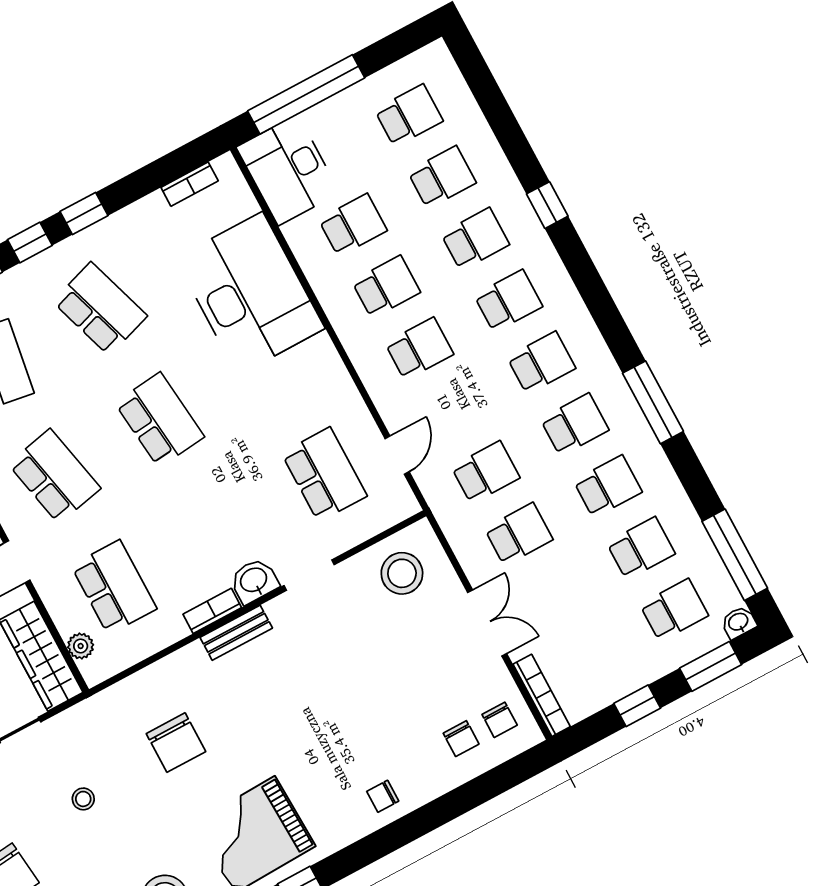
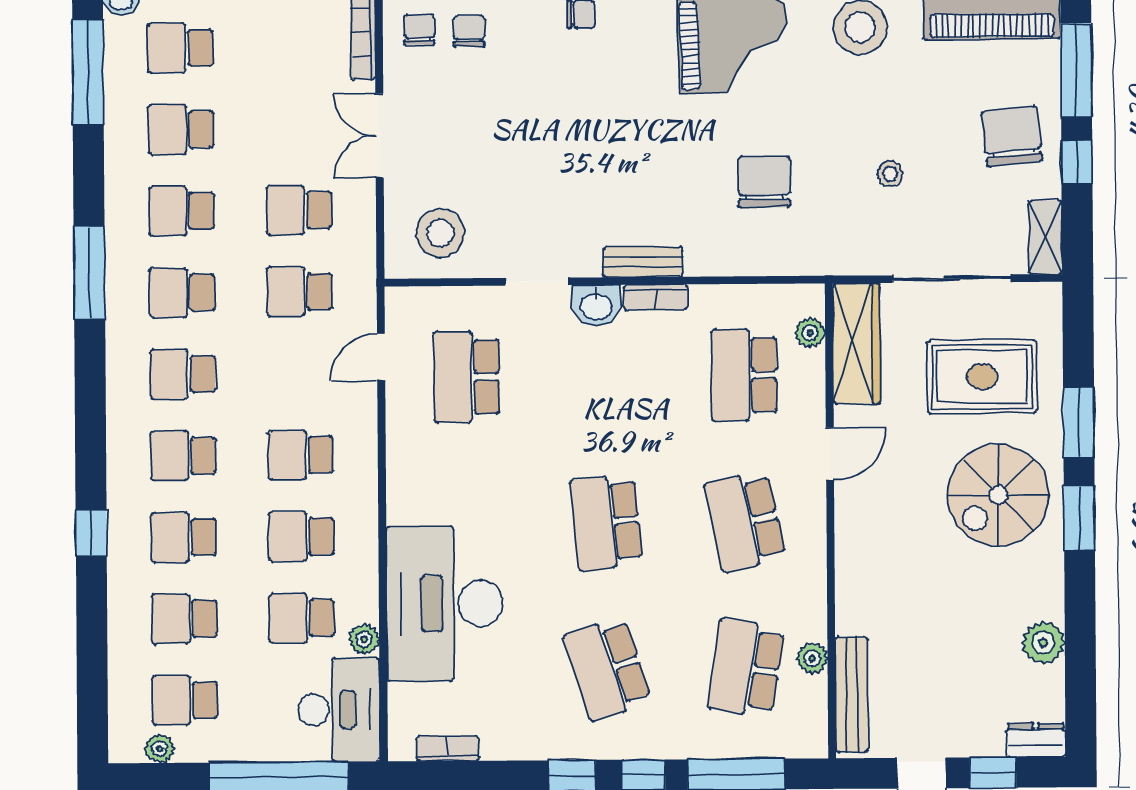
plant: (409, 68) -> (160, 749), added
plant: (297, 234) -> (364, 639), added

